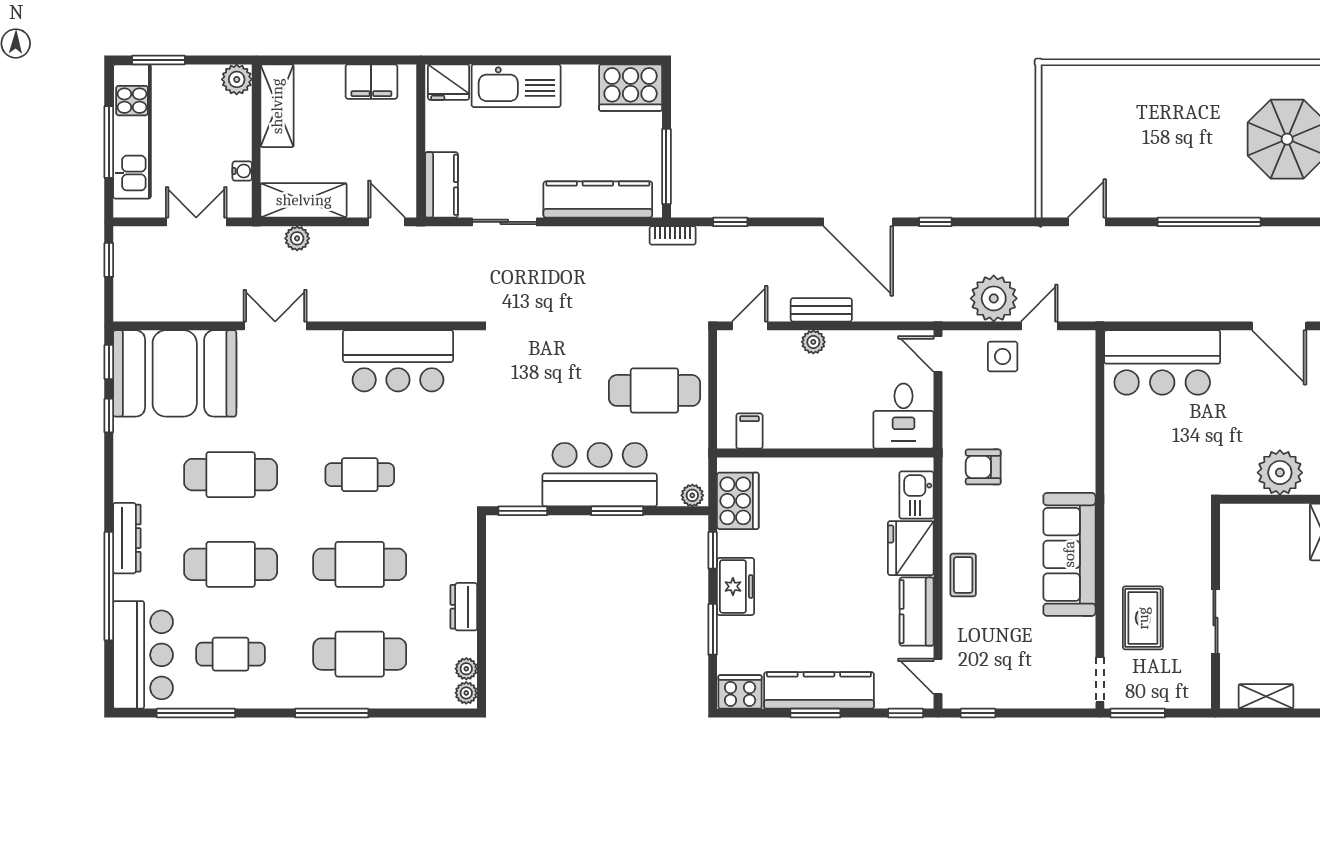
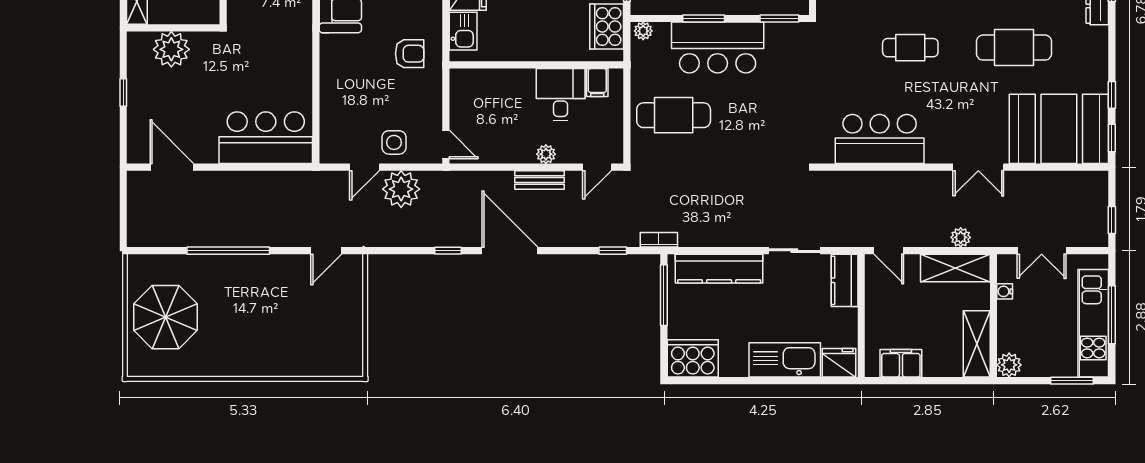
desk: (904, 416) -> (561, 95), moved

